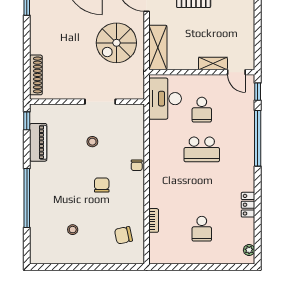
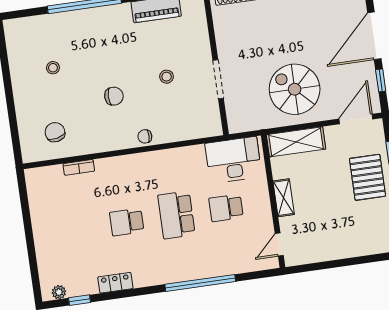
shelving: (213, 63) -> (284, 198), moved
window: (258, 92) -> (80, 300), moved
school desk: (202, 229) -> (127, 222), moved

